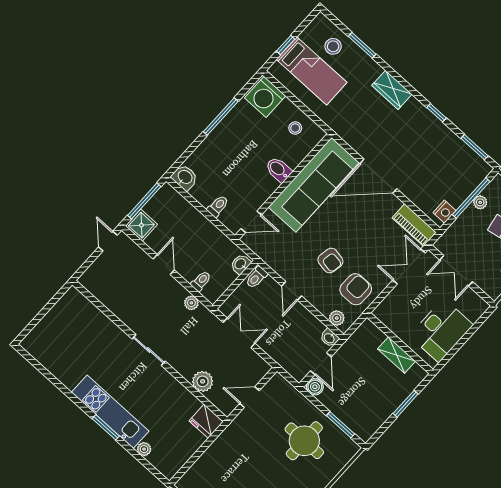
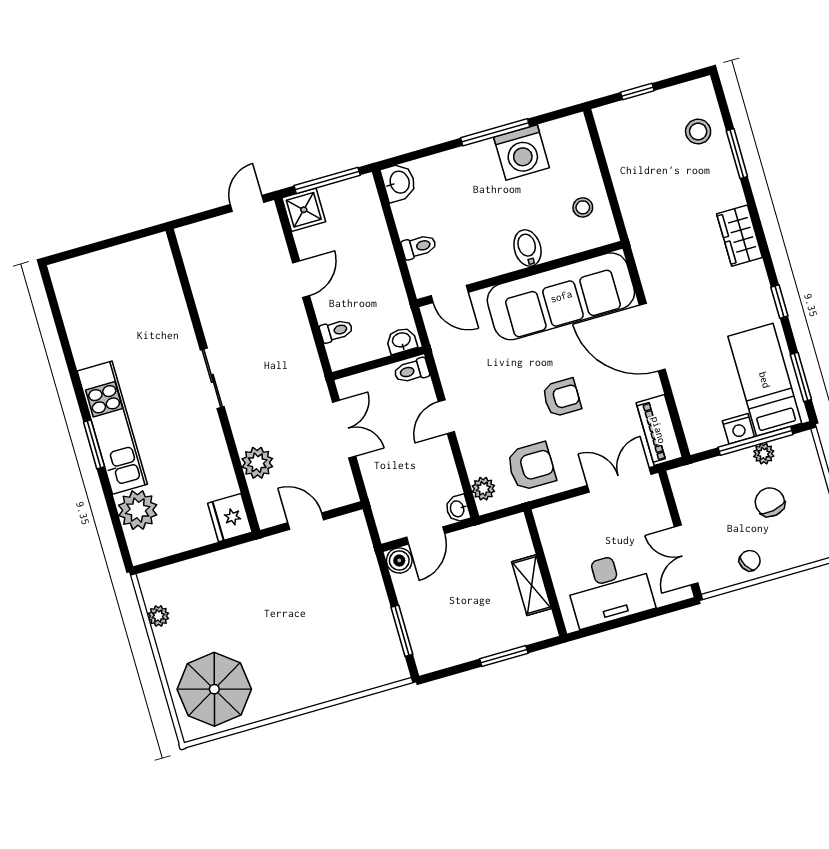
bed: (312, 71) -> (765, 380), moved, turned 180
washing machine: (265, 97) -> (522, 152), moved, turned -90
nightstand: (444, 212) -> (738, 429), moved
armchair: (330, 261) -> (562, 398), moved, turned -100
double door: (456, 271) -> (686, 555), moved
plant: (191, 303) -> (306, 351), removed
round table: (304, 441) -> (342, 622), removed
plant: (144, 449) -> (138, 510), width x1.88, depth x1.88

